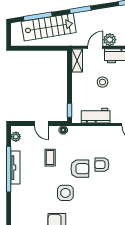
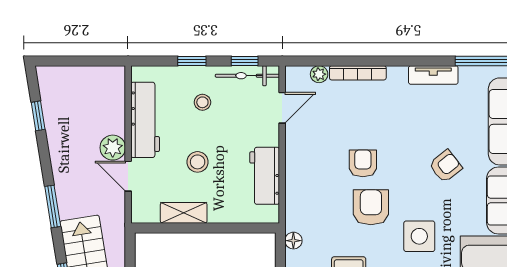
shelving: (77, 60) -> (184, 213), moved
window: (70, 110) -> (254, 228), removed
armchair: (102, 165) -> (363, 163), turned 180
armchair: (100, 206) -> (446, 166), added

